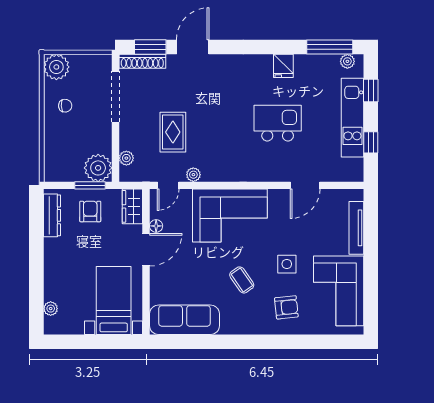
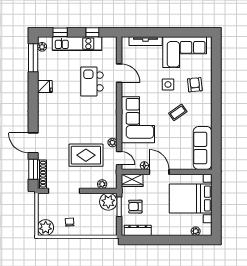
kitchen island: (278, 123) -> (92, 81), moved
rug: (173, 132) -> (86, 155), width x1.36, depth x1.43
bed with nightstands: (114, 300) -> (191, 199), width x1.36

